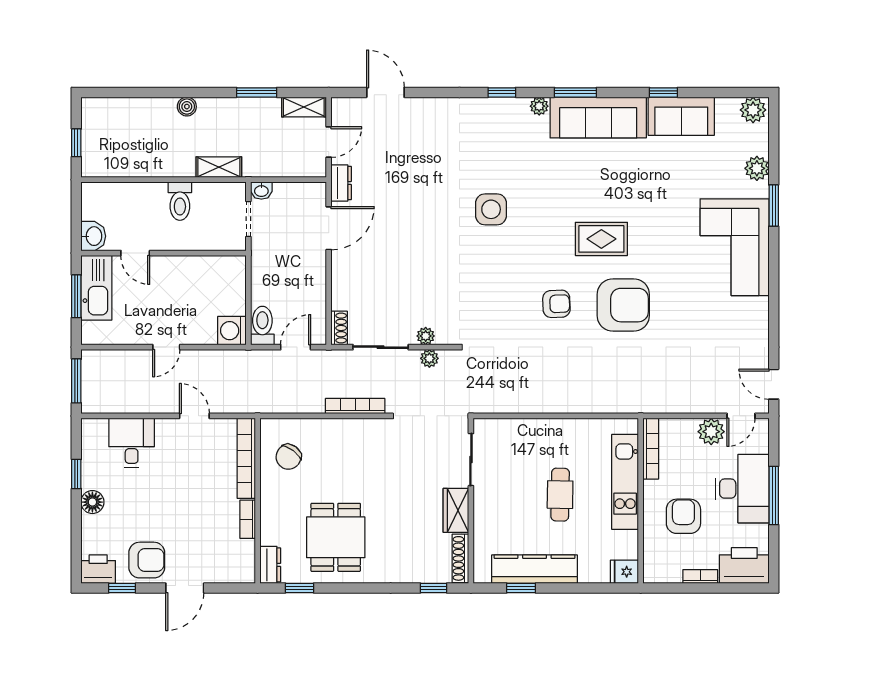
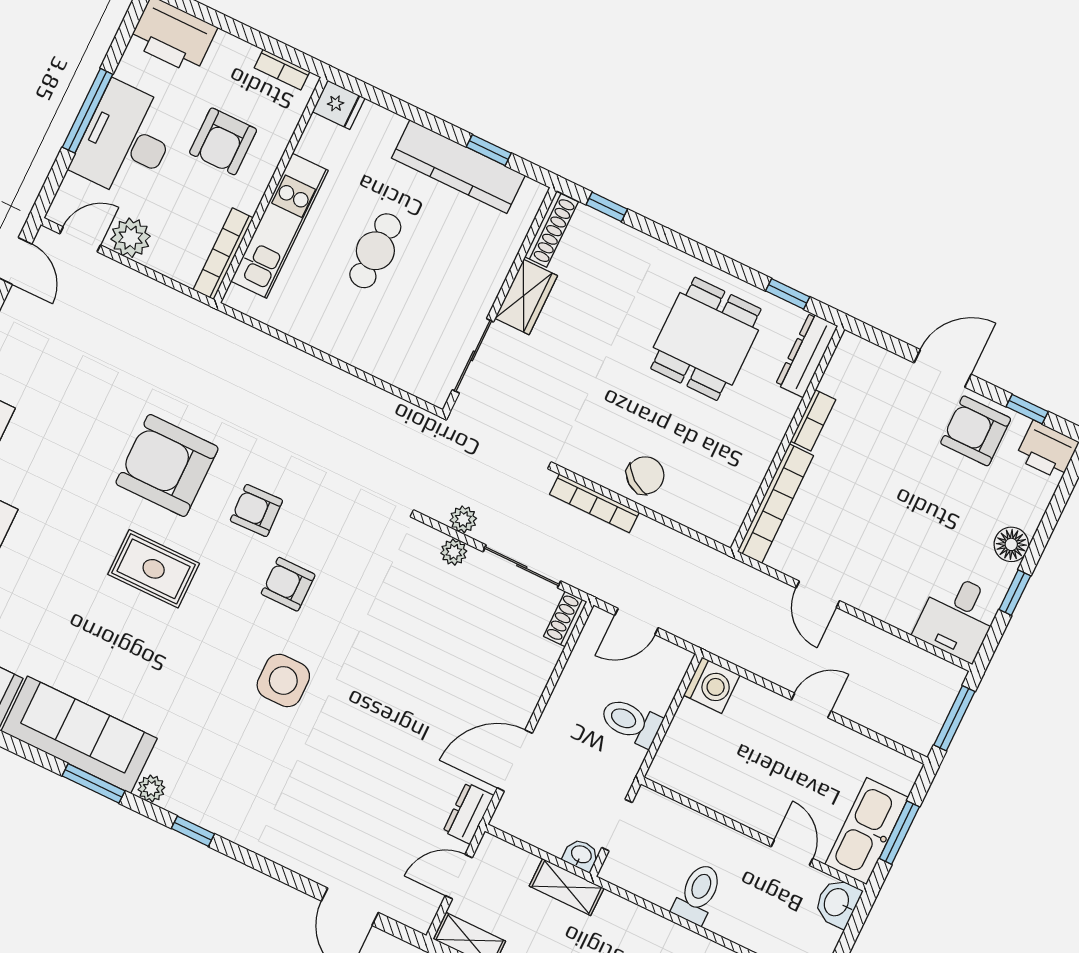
shelving: (219, 167) -> (567, 887), moved
armchair: (516, 269) -> (288, 584), added
toilet: (262, 326) -> (631, 722), moved, turned 90
desk: (132, 443) -> (958, 617), moved
chair: (288, 457) -> (645, 475), moved
dresser: (270, 565) -> (807, 355), width x1.44
bookcase: (700, 576) -> (282, 70), moved

